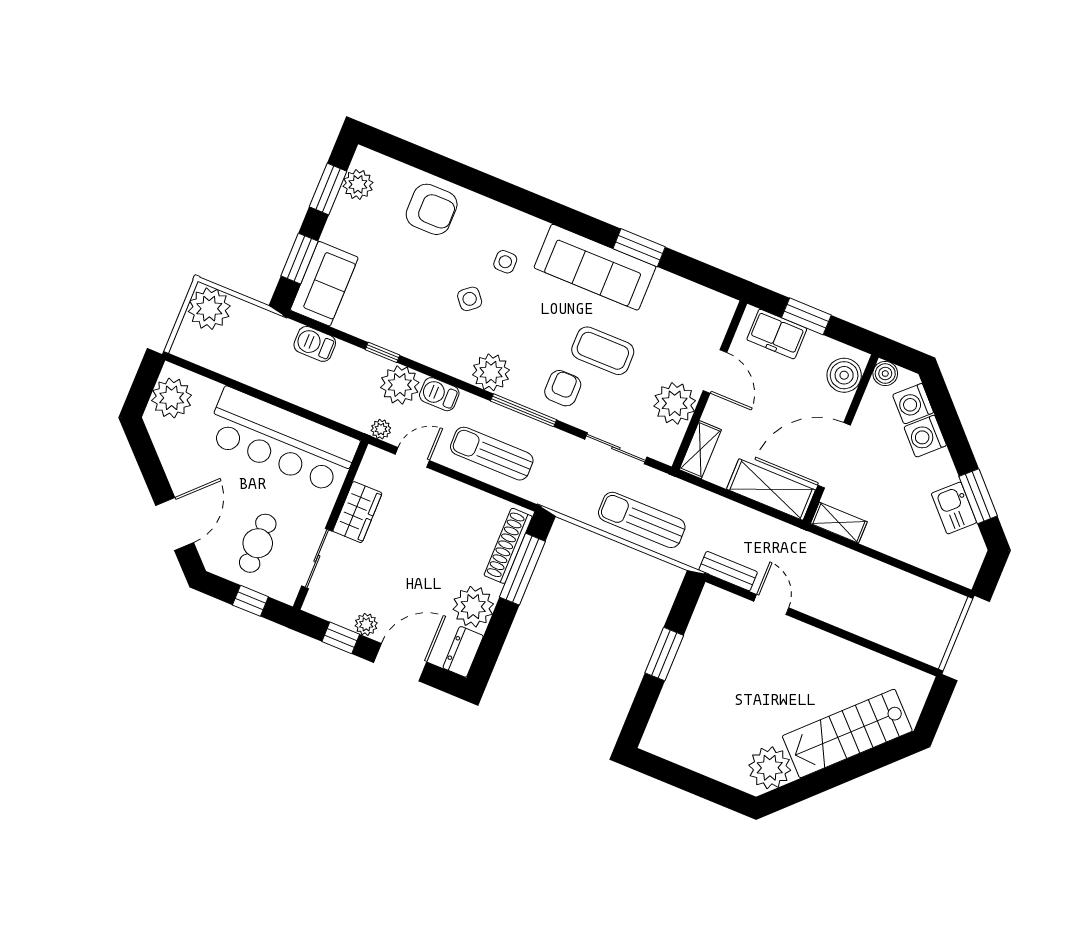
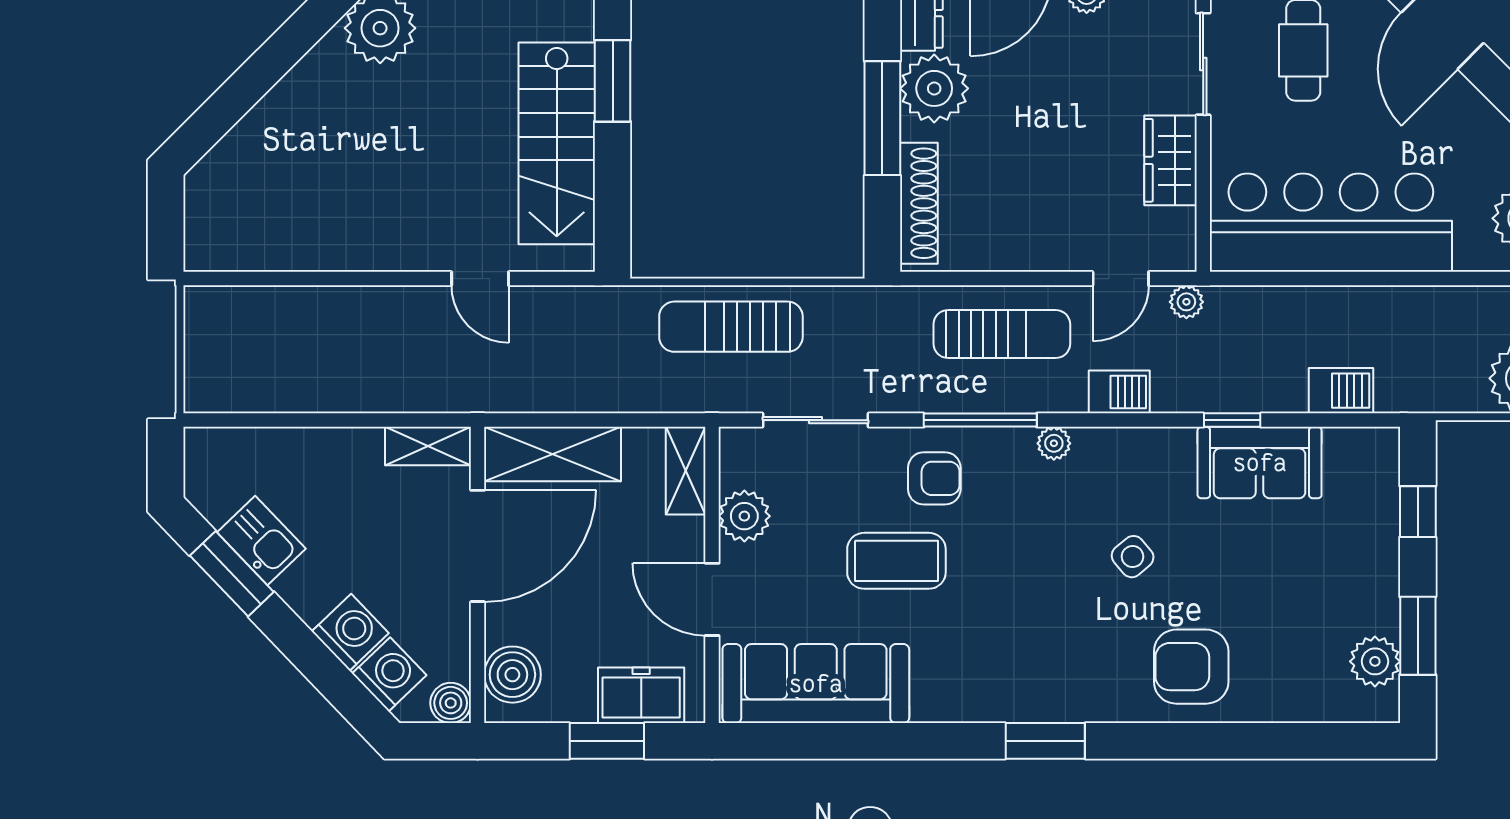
armchair: (432, 209) -> (1191, 667), moved
window: (639, 248) -> (1045, 741), moved
window: (299, 259) -> (1418, 512), width x0.67
side table: (505, 262) -> (1101, 636), removed
sofa: (595, 267) -> (816, 684), moved
sofa: (324, 284) -> (1260, 463), moved, turned -90
plant: (491, 372) -> (1054, 443), width x0.53, depth x0.53
plant: (400, 385) -> (1185, 381), removed
armchair: (563, 388) -> (934, 478), turned -90
plant: (675, 403) -> (744, 516), width x0.73, depth x0.73
sun lounger: (642, 520) -> (731, 327), turned 180
window: (522, 569) -> (882, 118), moved
bench: (728, 571) -> (567, 303), removed
window: (664, 654) -> (613, 81), moved
stairs: (847, 733) -> (557, 143), moved, turned 135

